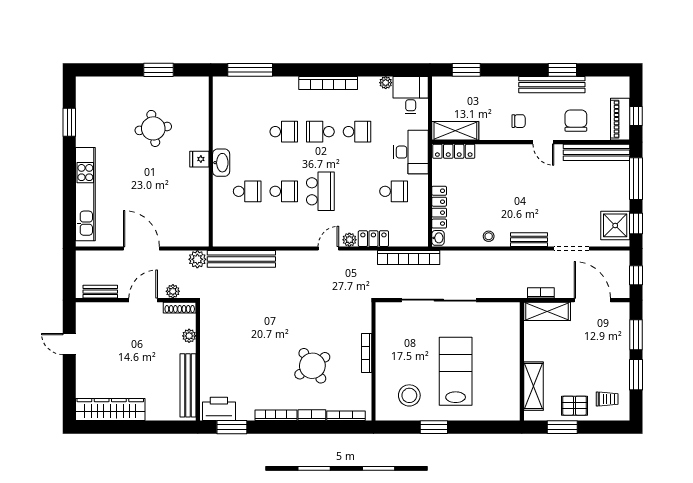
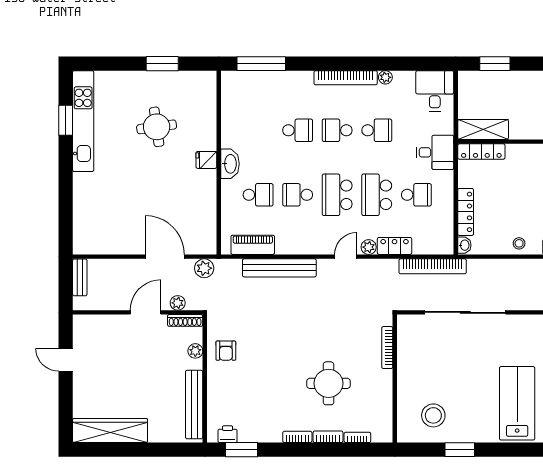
plant: (386, 83) -> (385, 77), moved
desk: (411, 152) -> (435, 152), width x0.73
school desk: (284, 191) -> (298, 195), turned 180
school desk: (320, 191) -> (337, 195), turned 180
school desk: (357, 191) -> (377, 195), added
kitchen unit: (85, 194) -> (83, 121), moved
piano: (242, 238) -> (253, 245), added
door: (141, 249) -> (165, 257), moved
bench: (241, 259) -> (279, 268), moved
bench: (100, 292) -> (80, 277), moved, turned 90
armchair: (217, 335) -> (226, 351), added
bookcase: (367, 353) -> (387, 348), moved
round table: (312, 366) -> (329, 383), turned 34
lab bench: (456, 371) -> (517, 403), moved
printer: (219, 409) -> (228, 434), width x0.53, depth x0.68
bookcase: (276, 415) -> (297, 437), width x0.64
bookcase: (346, 416) -> (357, 437), width x0.64

